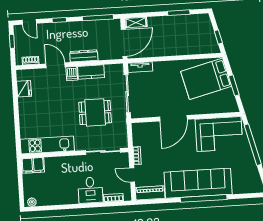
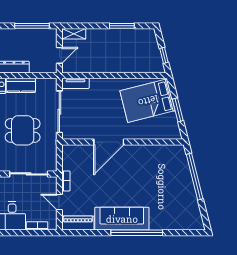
door: (124, 43) -> (59, 55), width x0.53
corner sofa: (219, 134) -> (158, 163), removed
sofa: (198, 183) -> (122, 219), width x0.74, depth x0.79

